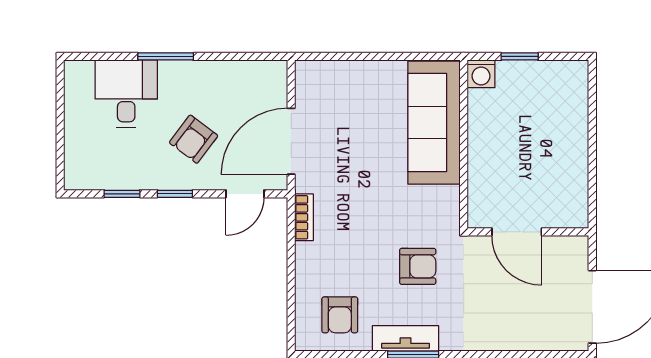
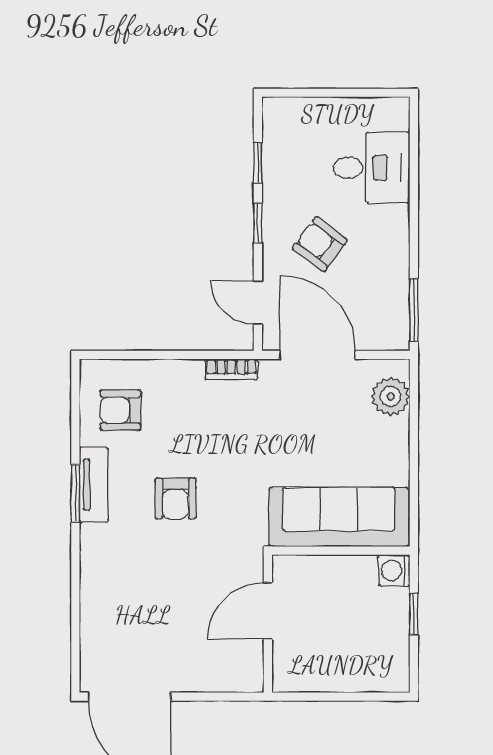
window: (166, 56) -> (414, 310), moved
plant: (328, 77) -> (391, 396), added
door: (517, 232) -> (268, 611), moved
wall: (528, 232) -> (268, 624), moved

